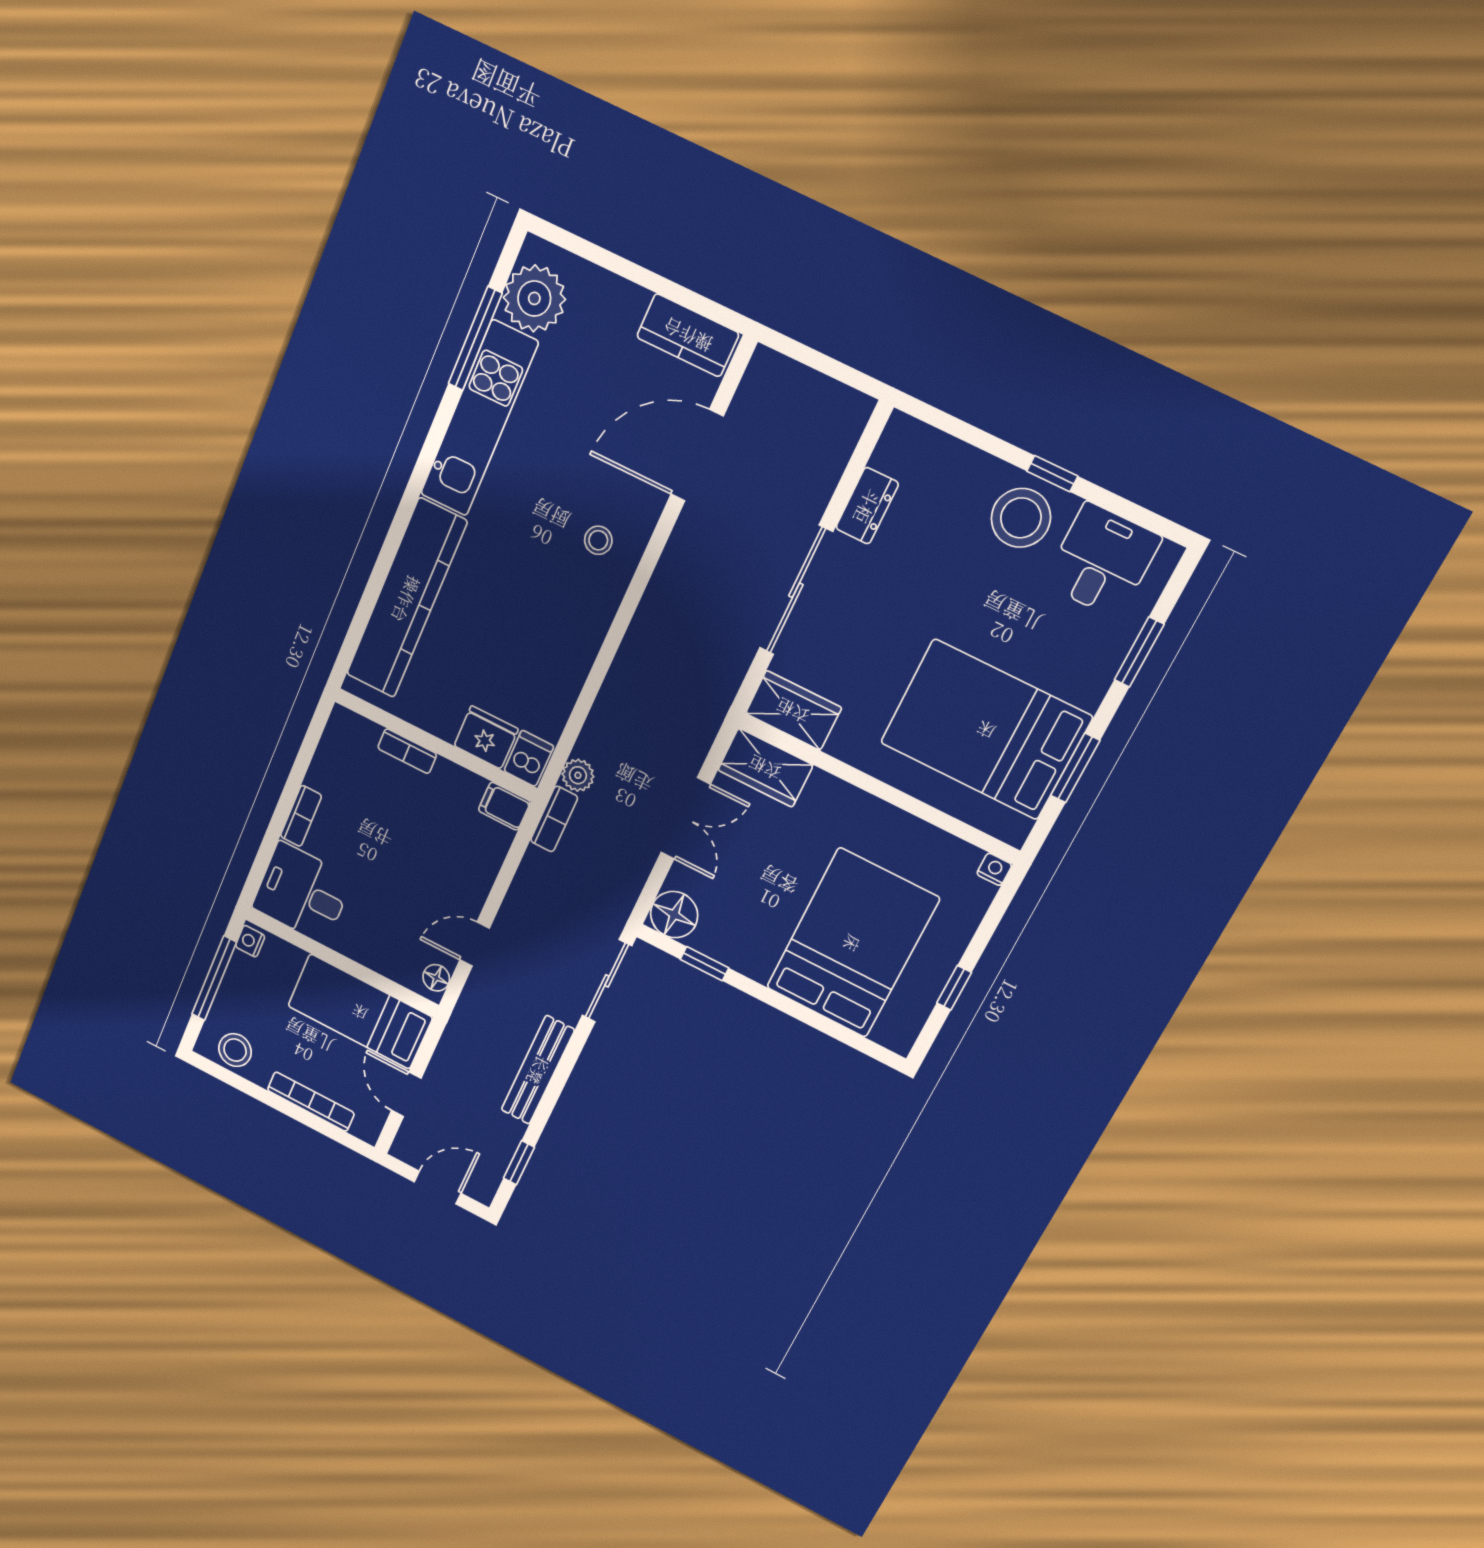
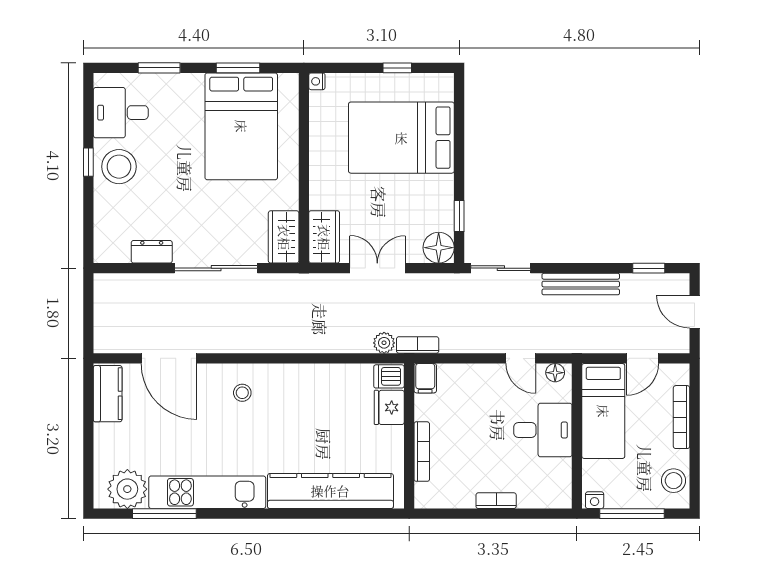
bookcase: (407, 751) -> (422, 452), width x1.56
desk: (302, 893) -> (543, 430), moved, turned -90

